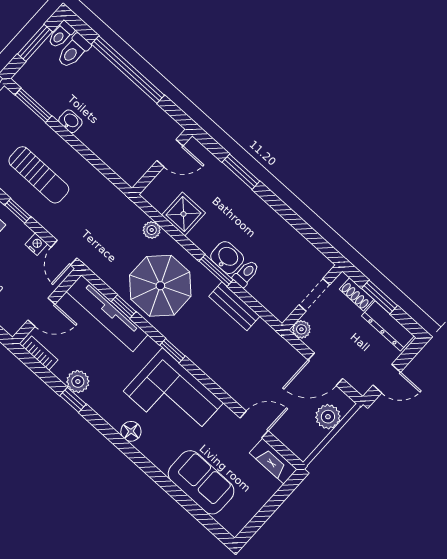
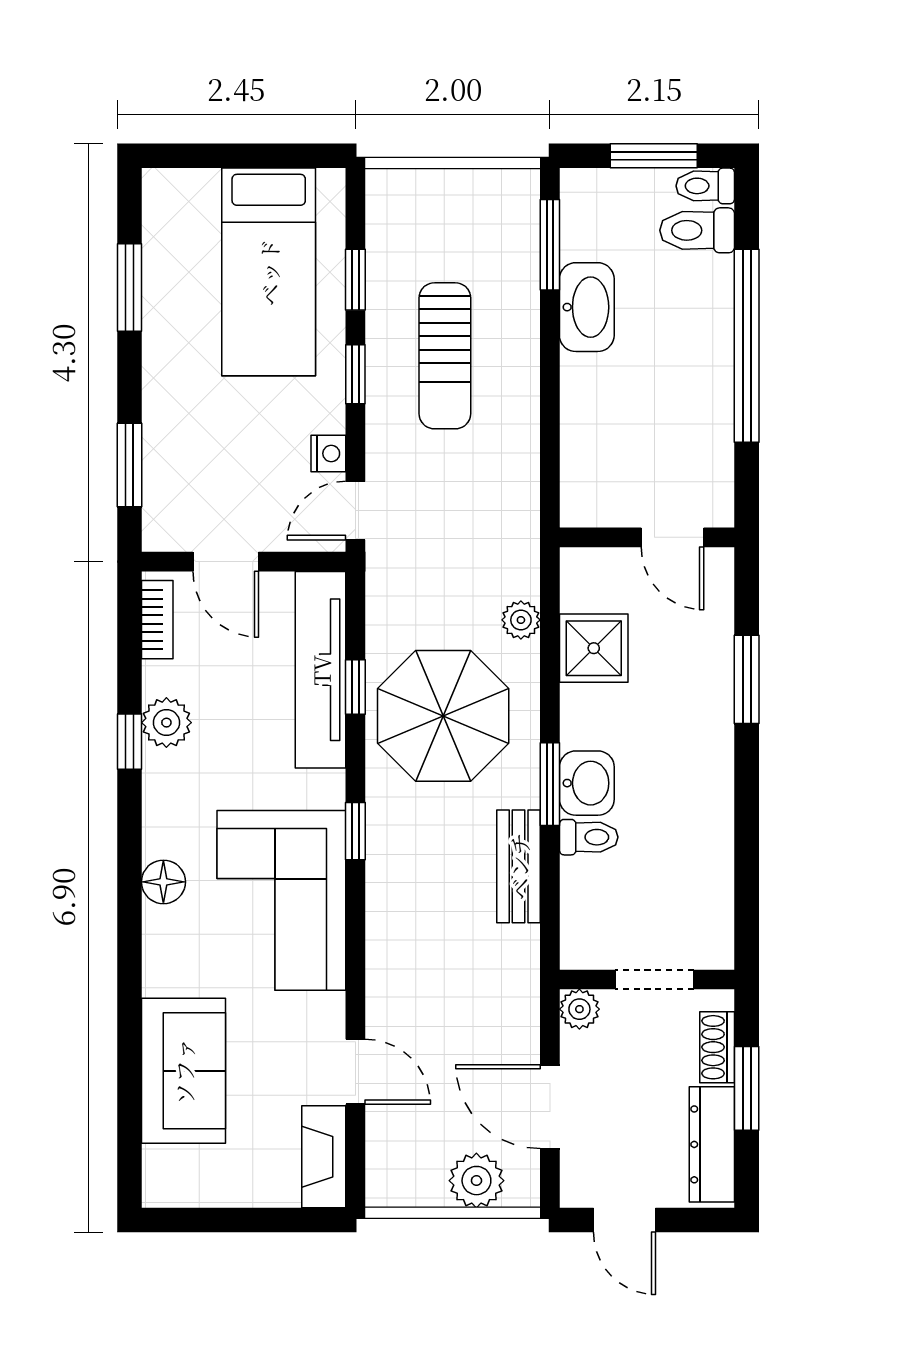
washbasin: (70, 121) -> (587, 307), width x1.91, depth x1.45

